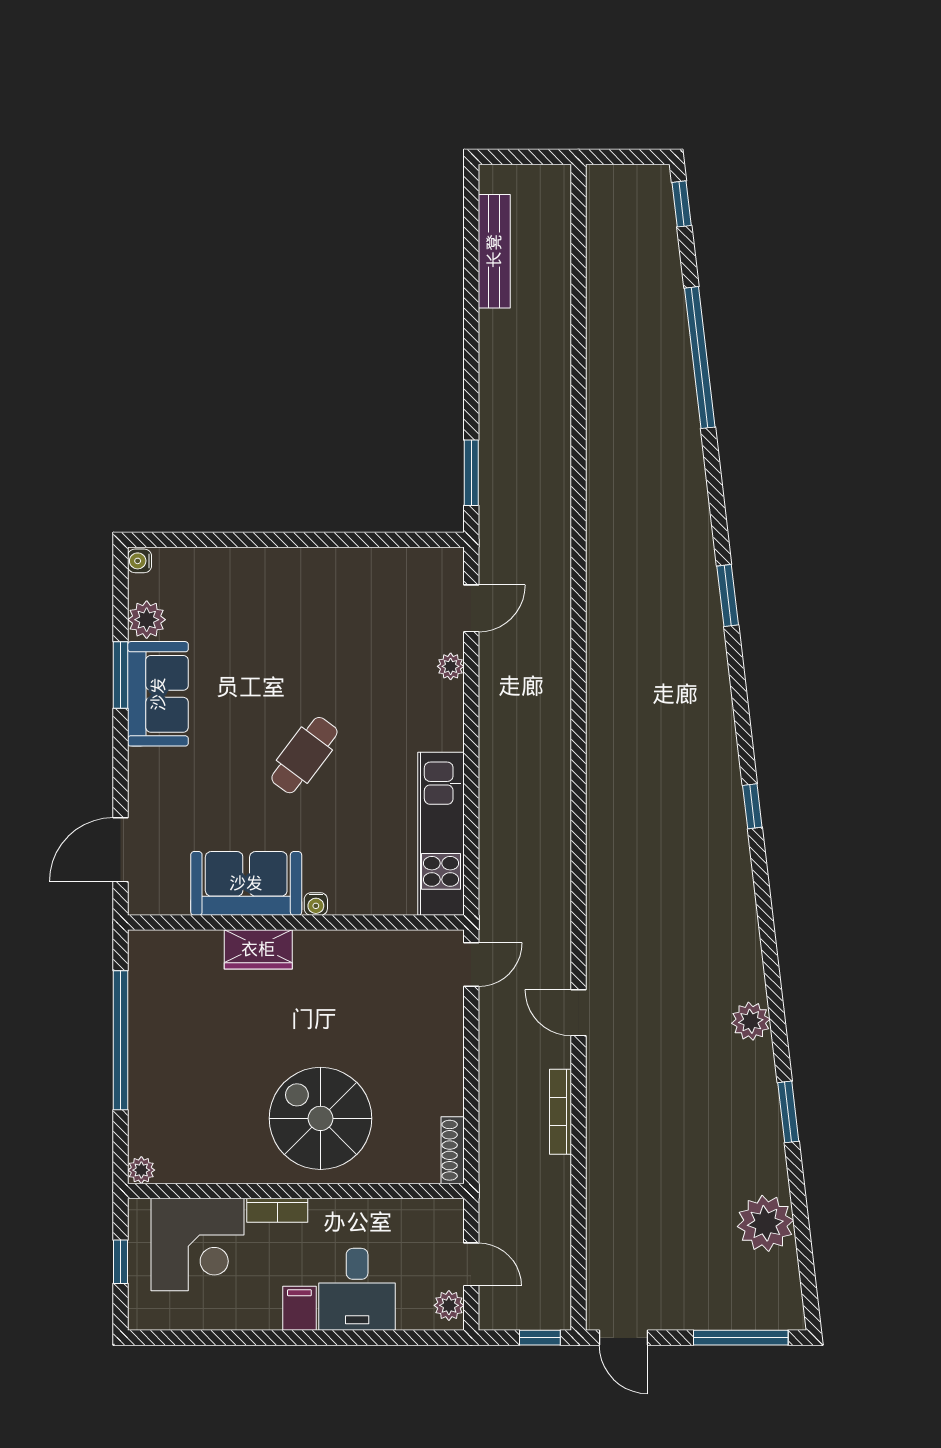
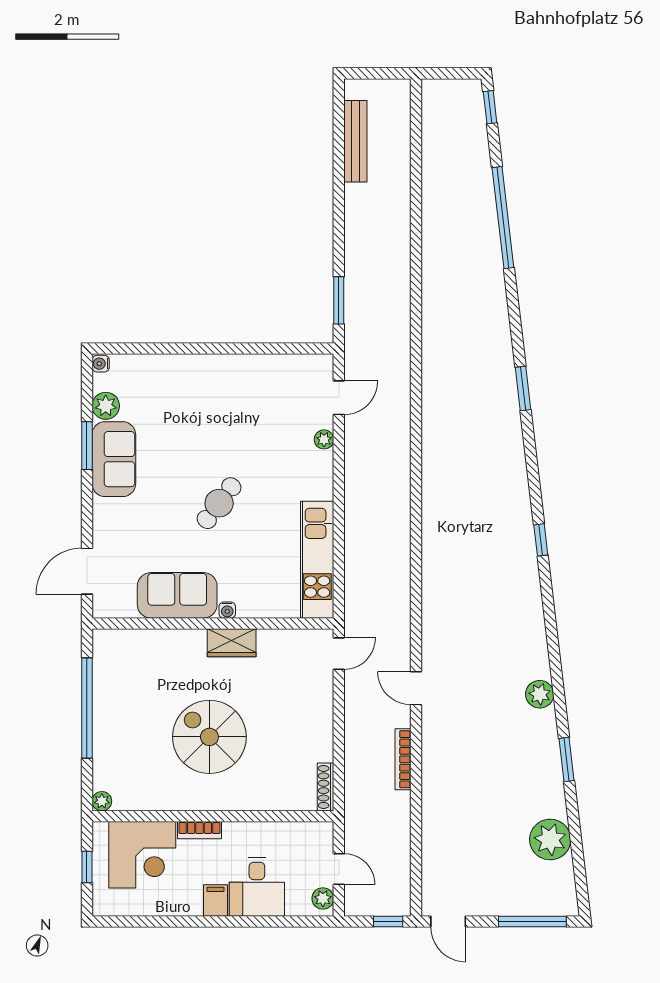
wardrobe: (258, 949) -> (232, 643), moved
spiral stairs: (321, 1118) -> (209, 737), moved

